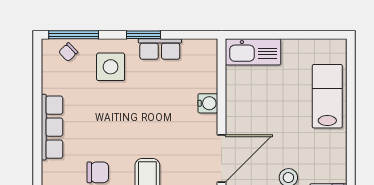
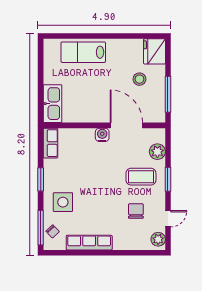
row of seats: (160, 49) -> (51, 143), moved
water cooler: (208, 103) -> (102, 135), moved
row of seats: (52, 127) -> (89, 243), moved

